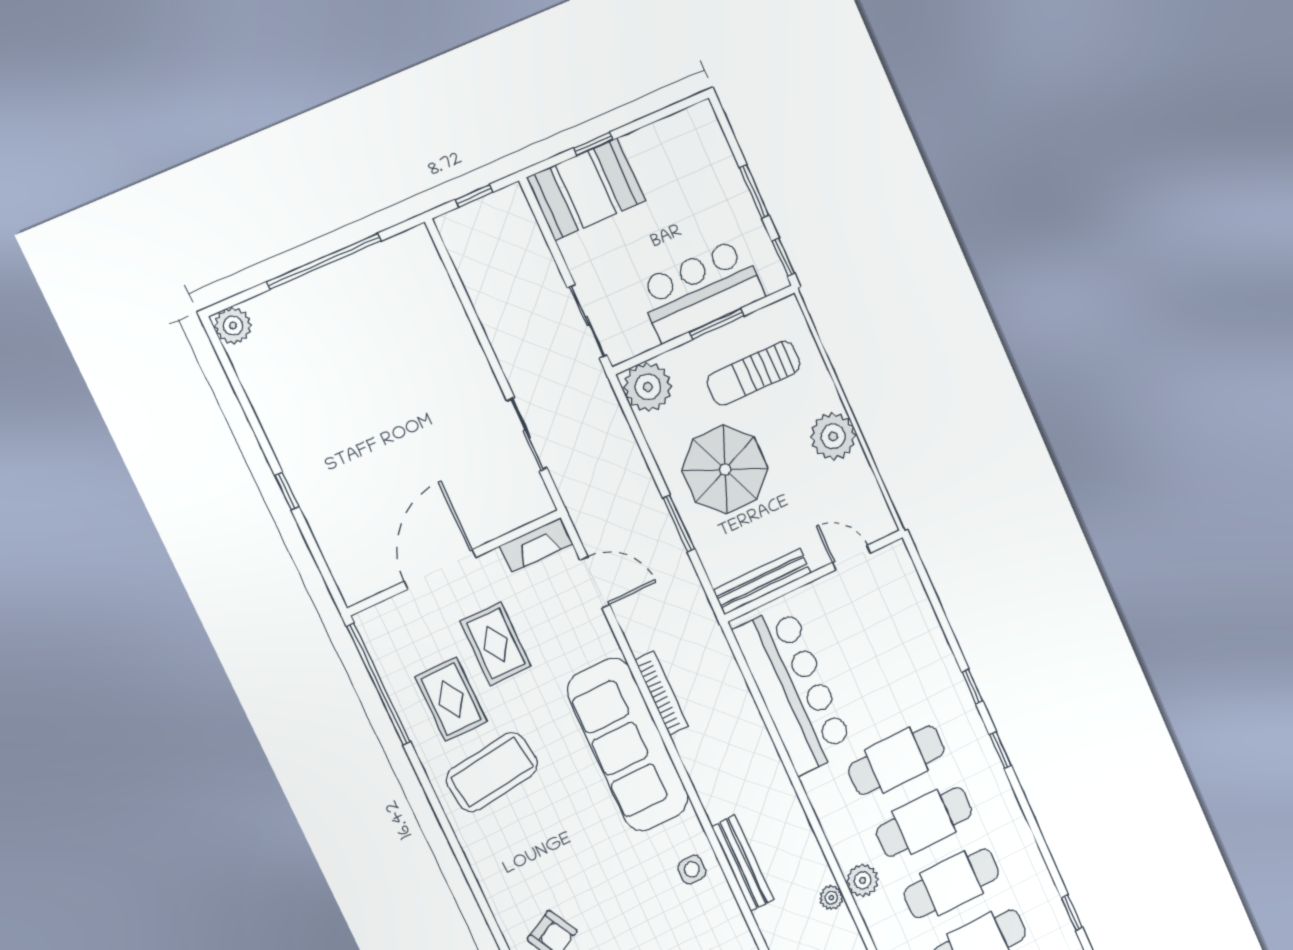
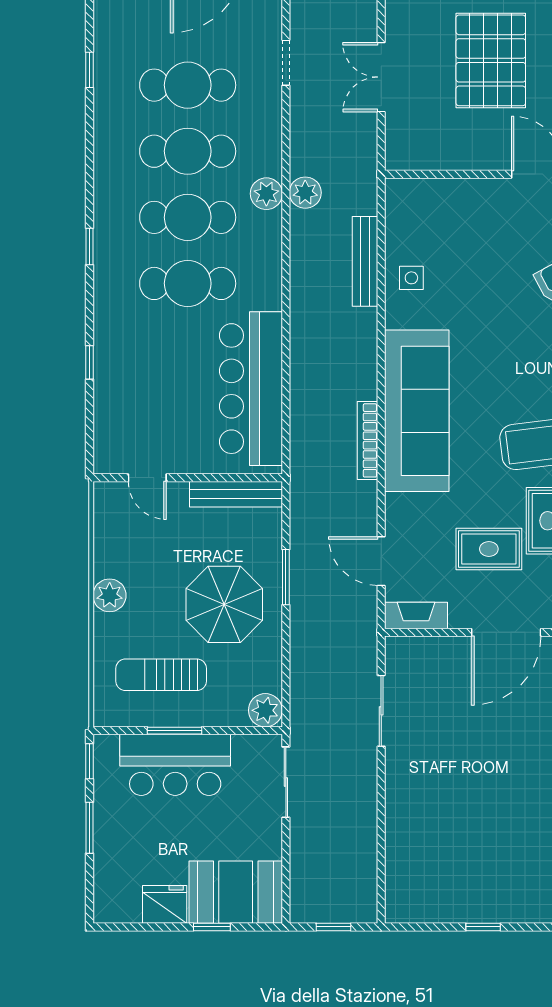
fridge: (649, 147) -> (165, 904), added
window: (324, 261) -> (483, 927), width x0.32
sun lounger: (754, 373) -> (161, 675), turned 180
plant: (648, 387) -> (265, 710), width x0.73, depth x0.73
plant: (833, 436) -> (110, 595), width x0.73, depth x0.73
rug: (496, 644) -> (489, 549), turned 90
window: (972, 687) -> (89, 362), moved
plant: (831, 898) -> (305, 193), width x1.38, depth x1.38

